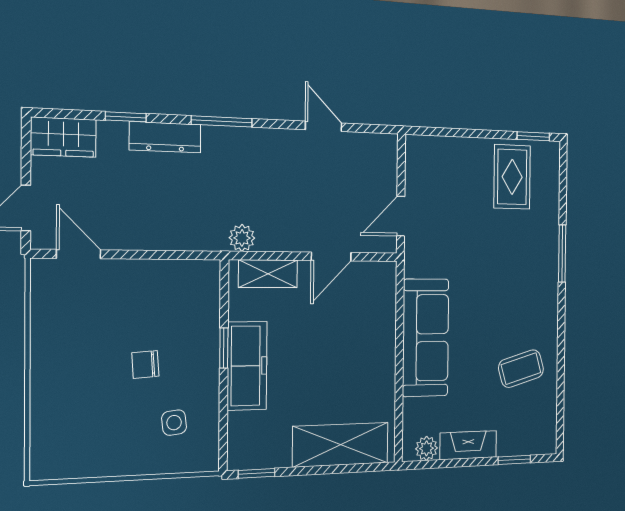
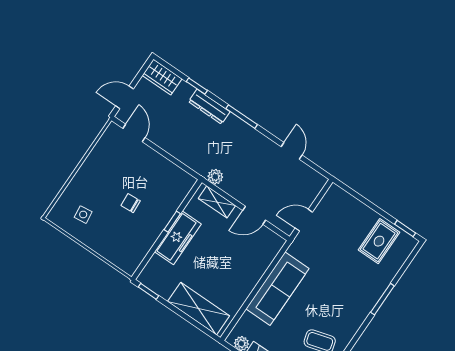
side table: (174, 423) -> (83, 215), moved

